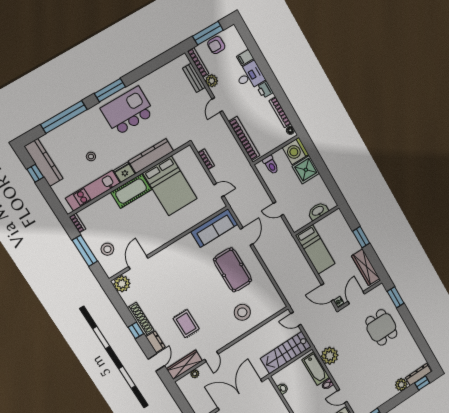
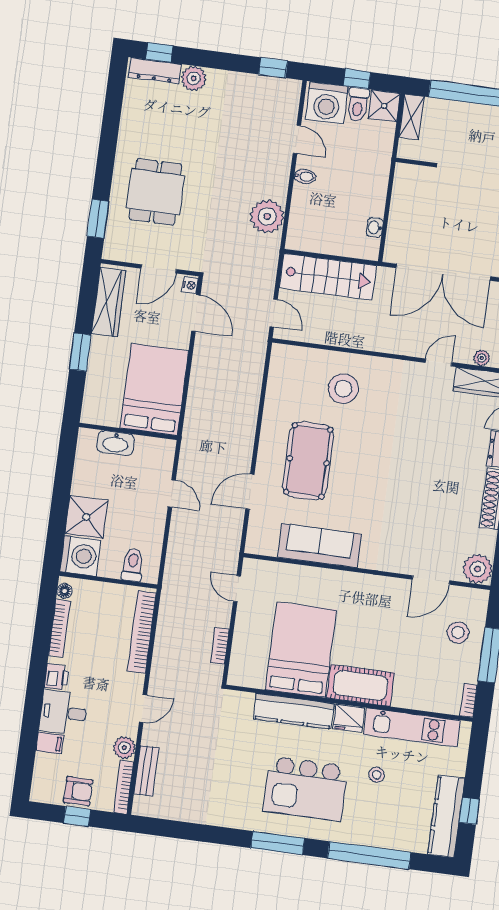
window: (208, 33) -> (77, 816), width x0.46
kitchen island: (128, 111) -> (306, 789), moved
sofa: (214, 228) -> (320, 546), moved
bed: (315, 249) -> (154, 389), width x1.50
rug: (186, 324) -> (436, 439), removed
bathtub: (316, 369) -> (303, 215), removed

